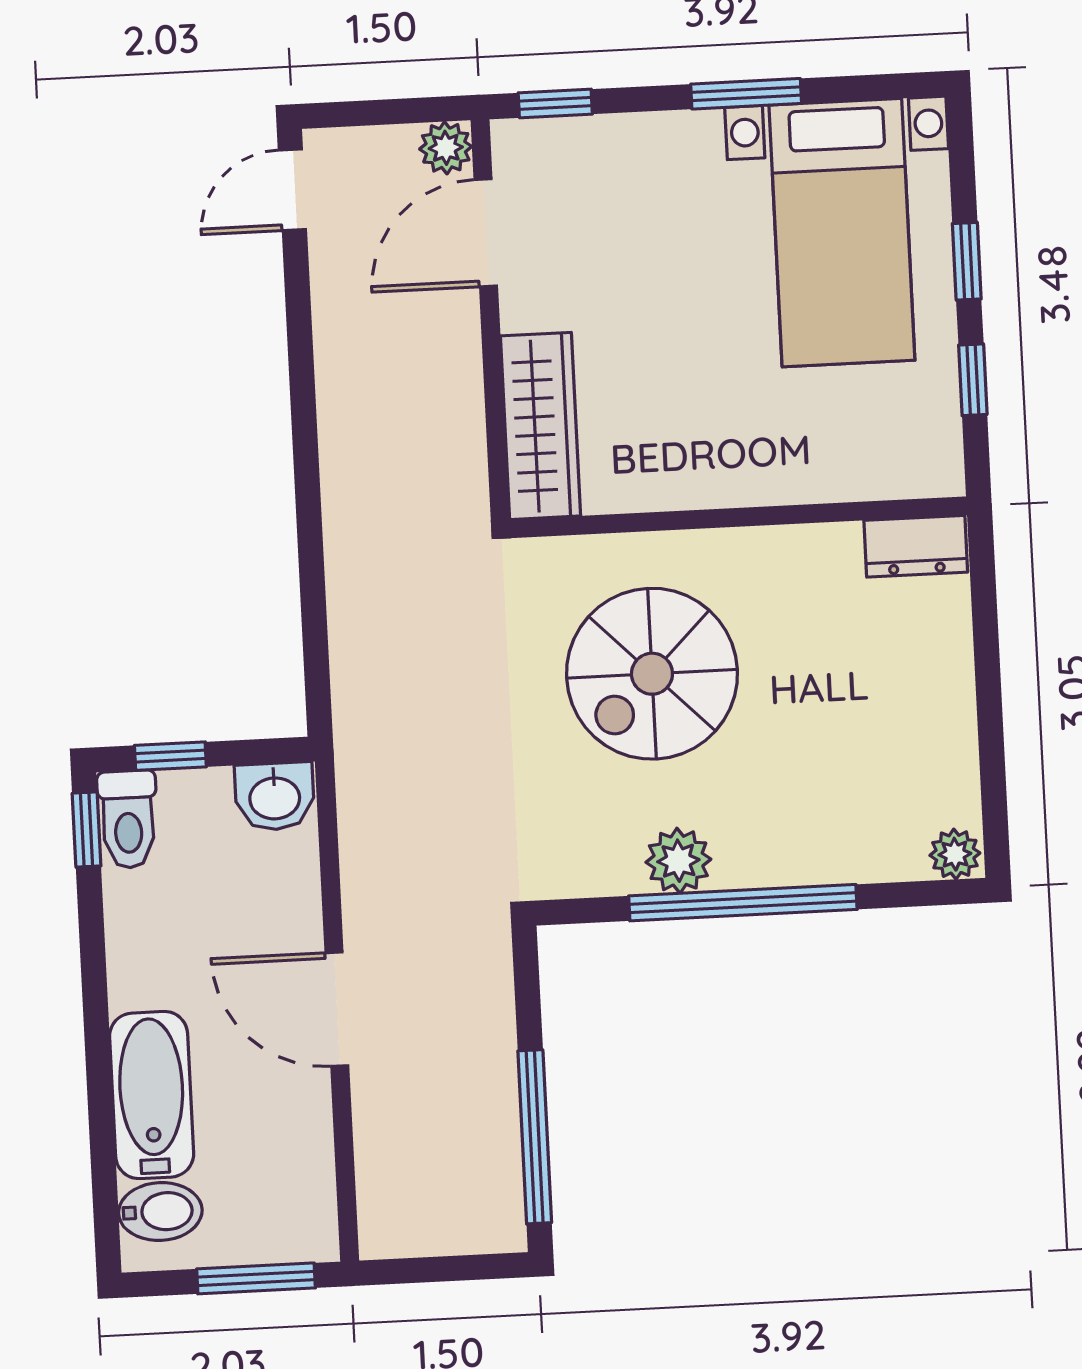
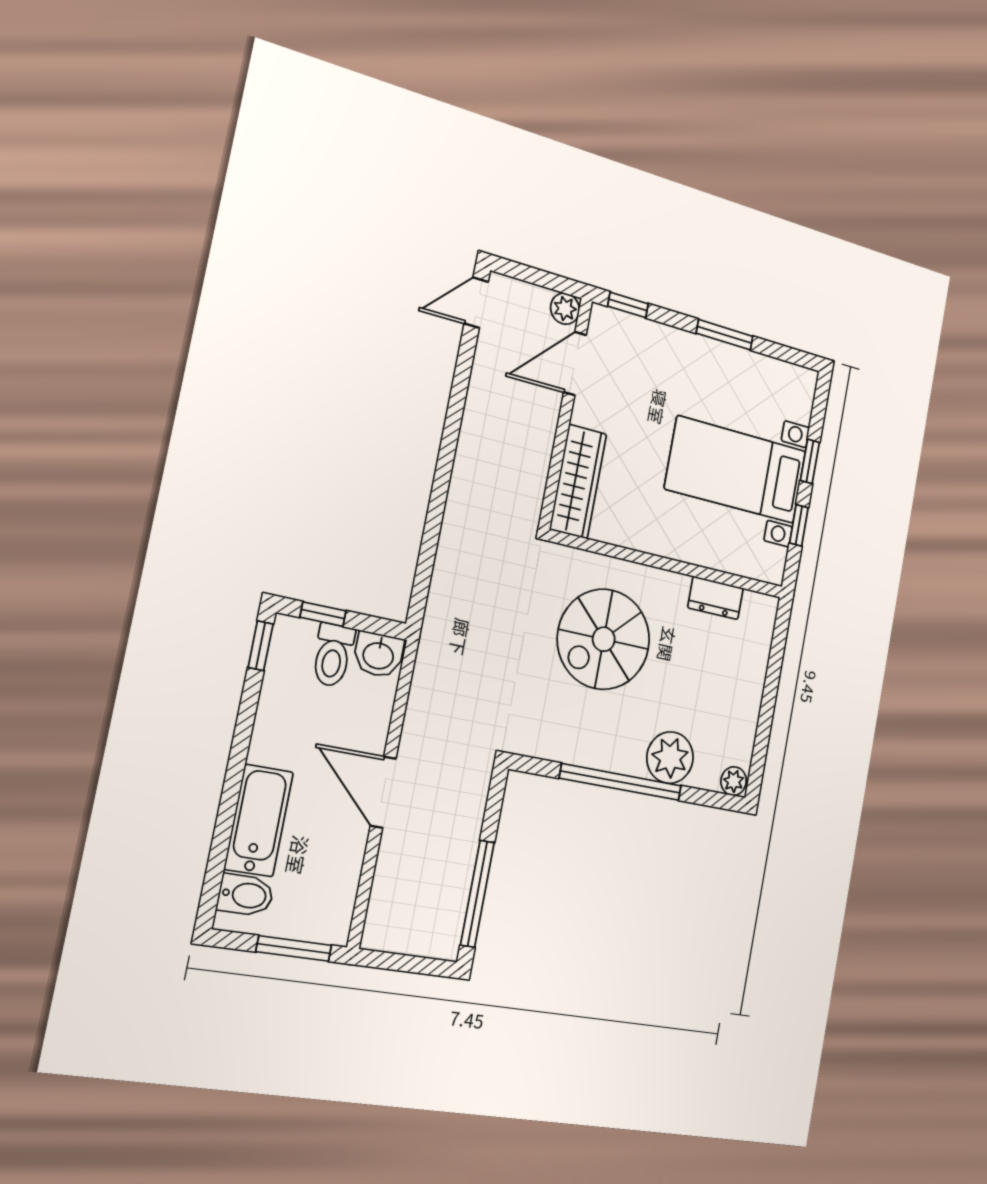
bed with nightstands: (842, 233) -> (736, 470), moved, turned 90
dresser: (916, 546) -> (715, 598), moved
toilet: (128, 819) -> (333, 655), moved
plant: (678, 861) -> (670, 758), moved, width x1.36, depth x1.36

